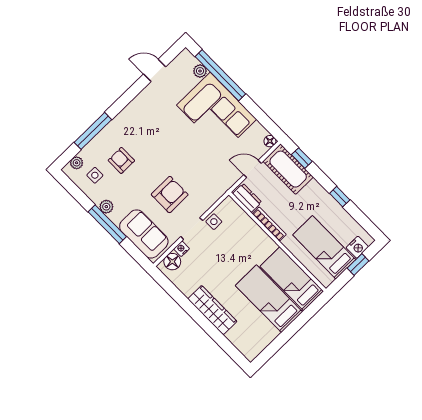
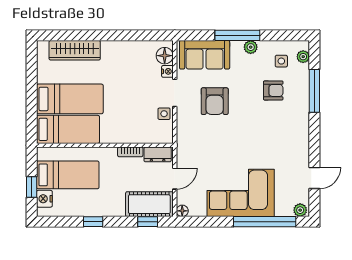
plant: (200, 71) -> (300, 210), moved
bookcase: (269, 224) -> (130, 152), width x0.64
wardrobe: (212, 310) -> (75, 50), moved

